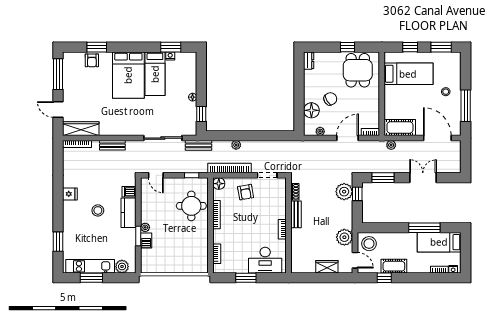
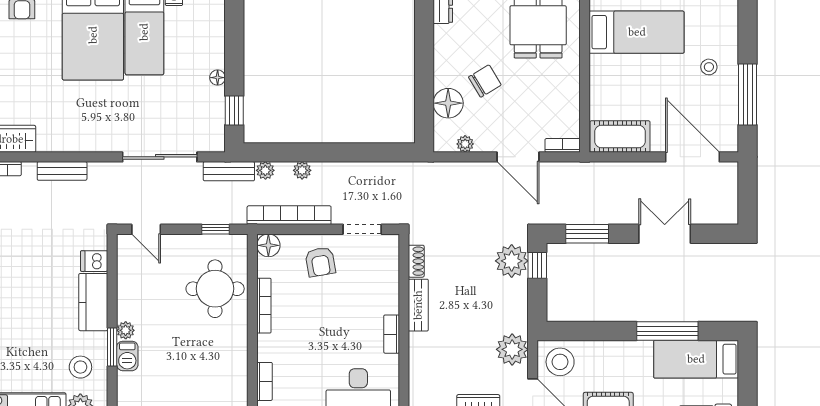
door: (347, 138) -> (518, 157), swing flipped
plant: (391, 145) -> (265, 170), moved
stool: (98, 210) -> (80, 367), moved

